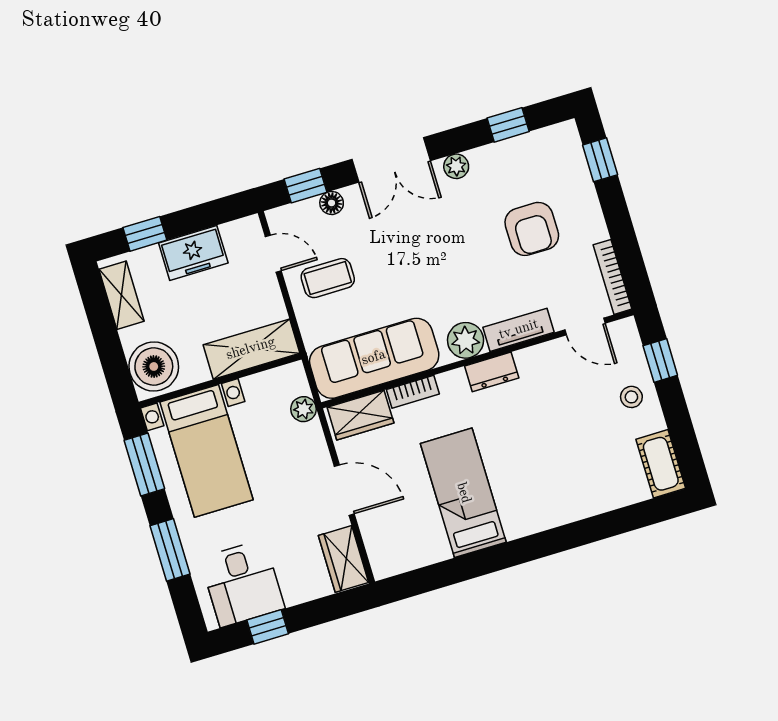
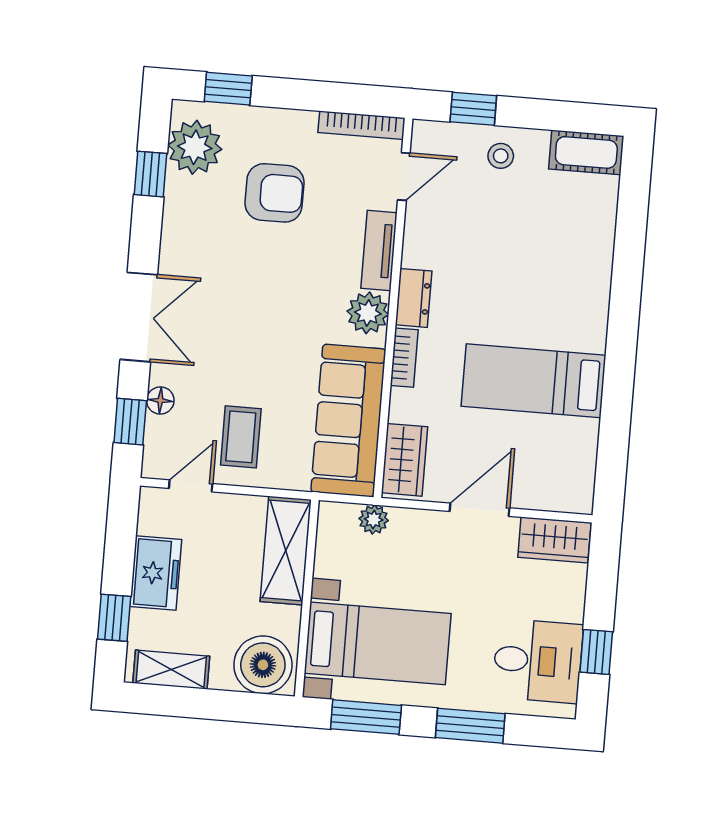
plant: (456, 166) -> (195, 147), moved, width x1.88, depth x1.88
bookcase: (413, 392) -> (404, 358), moved

